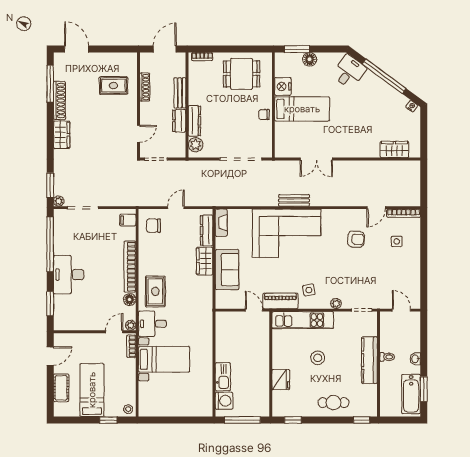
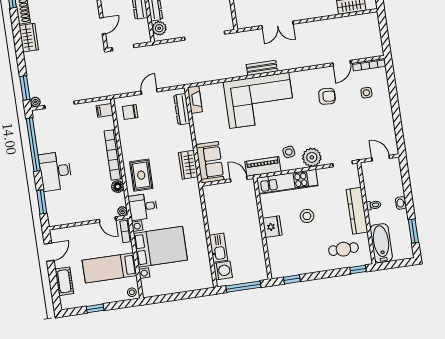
wardrobe: (205, 261) -> (188, 165), moved
sofa: (227, 270) -> (210, 162), moved
plant: (336, 304) -> (312, 157), width x1.88, depth x1.88
door: (114, 332) -> (107, 220), swing flipped
bed with nightstands: (164, 359) -> (160, 247), width x1.36
fridge: (281, 380) -> (272, 227), moved
bed: (92, 390) -> (110, 268), moved, turned -90
bathtub: (411, 394) -> (381, 243), moved, turned 180
cafe table: (333, 403) -> (343, 249), moved
window: (108, 420) -> (95, 308), moved

